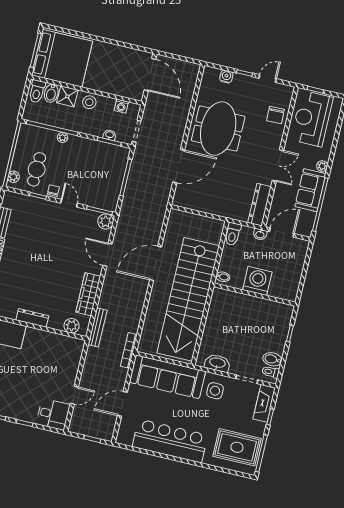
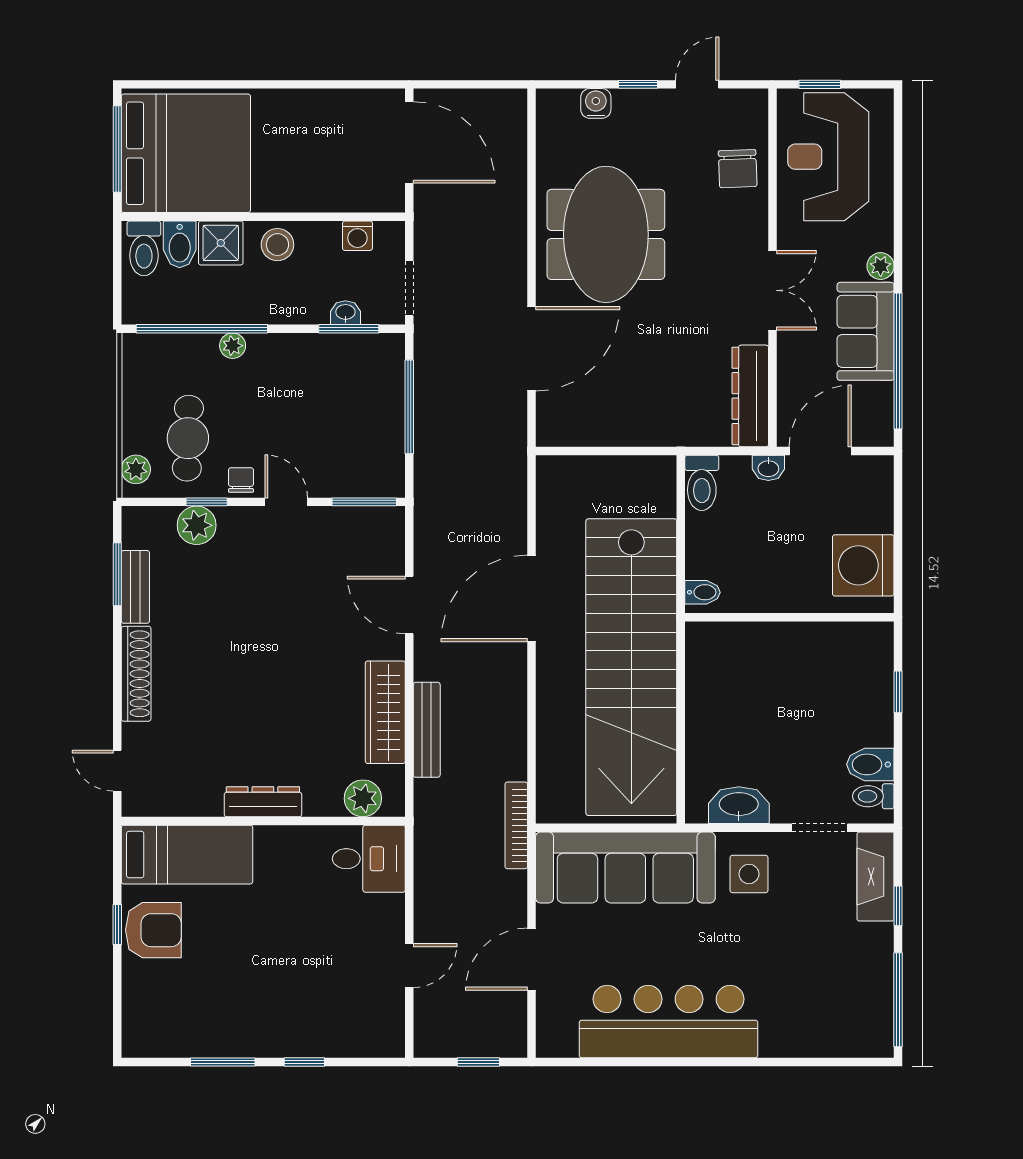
plant: (106, 222) -> (197, 525), moved
washing machine: (257, 281) -> (863, 565), moved, turned -90
bench: (97, 327) -> (427, 730), moved
desk: (53, 414) -> (369, 859), moved
rug: (237, 447) -> (835, 999), removed

